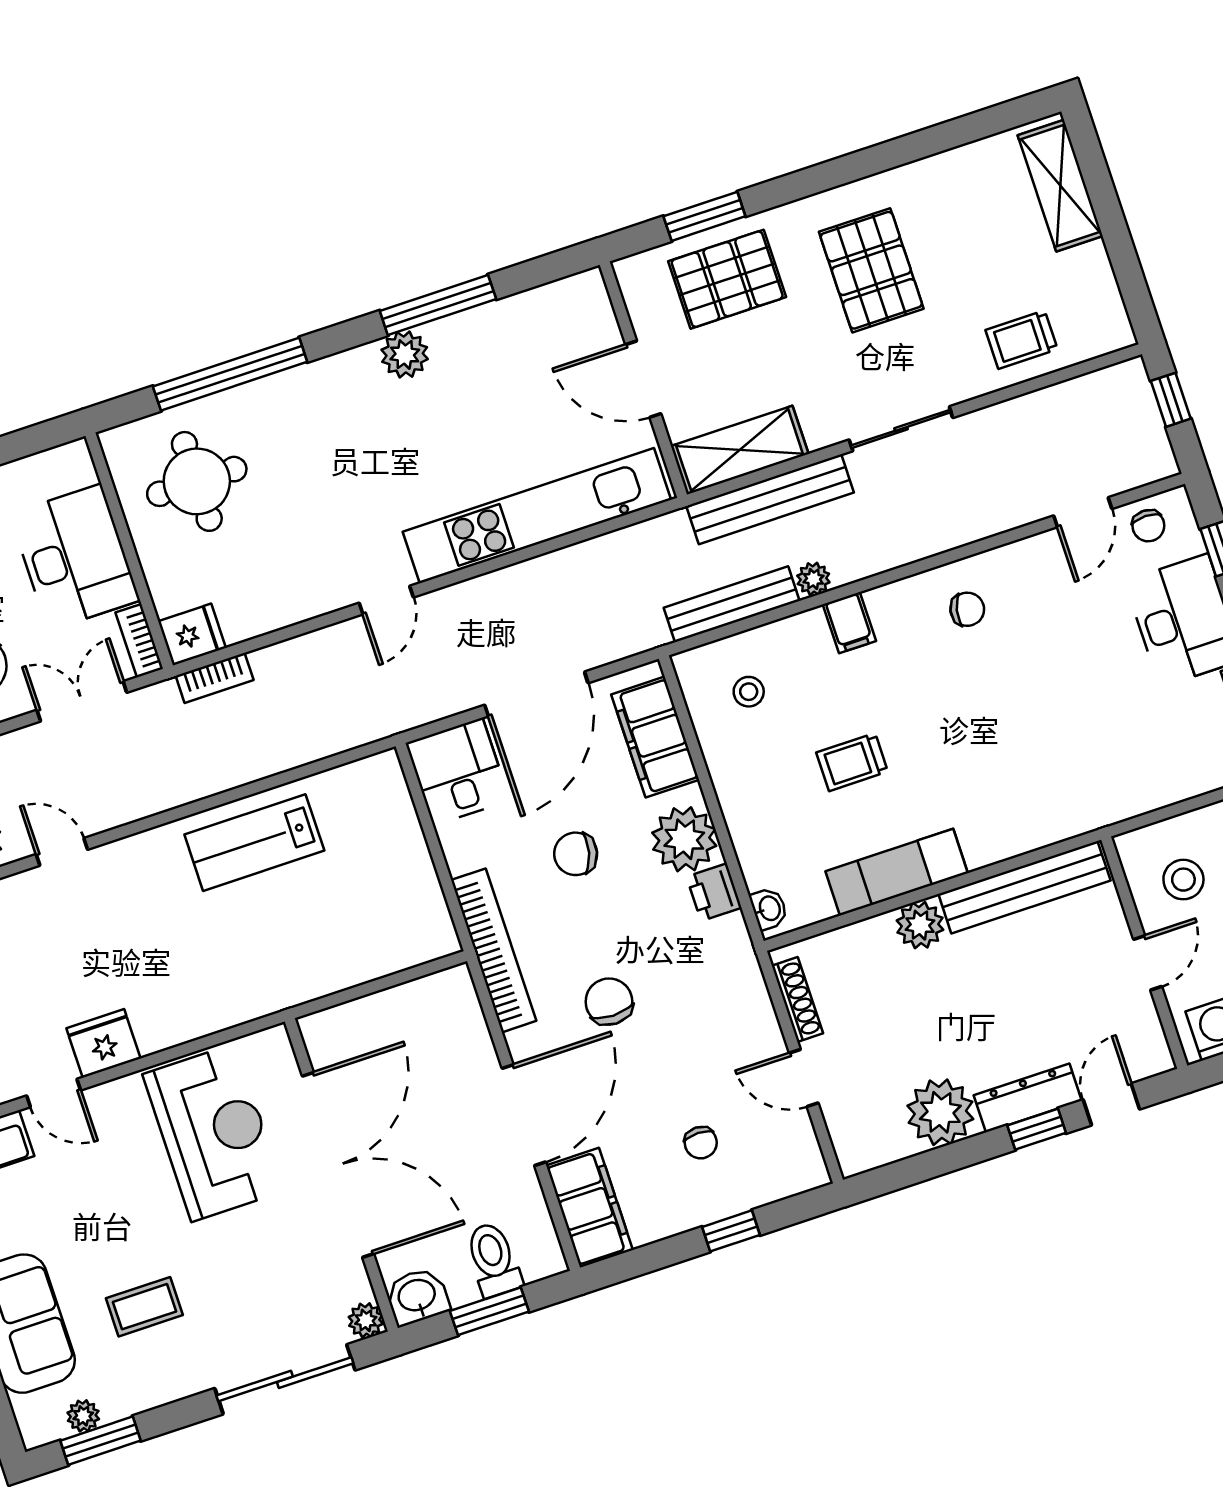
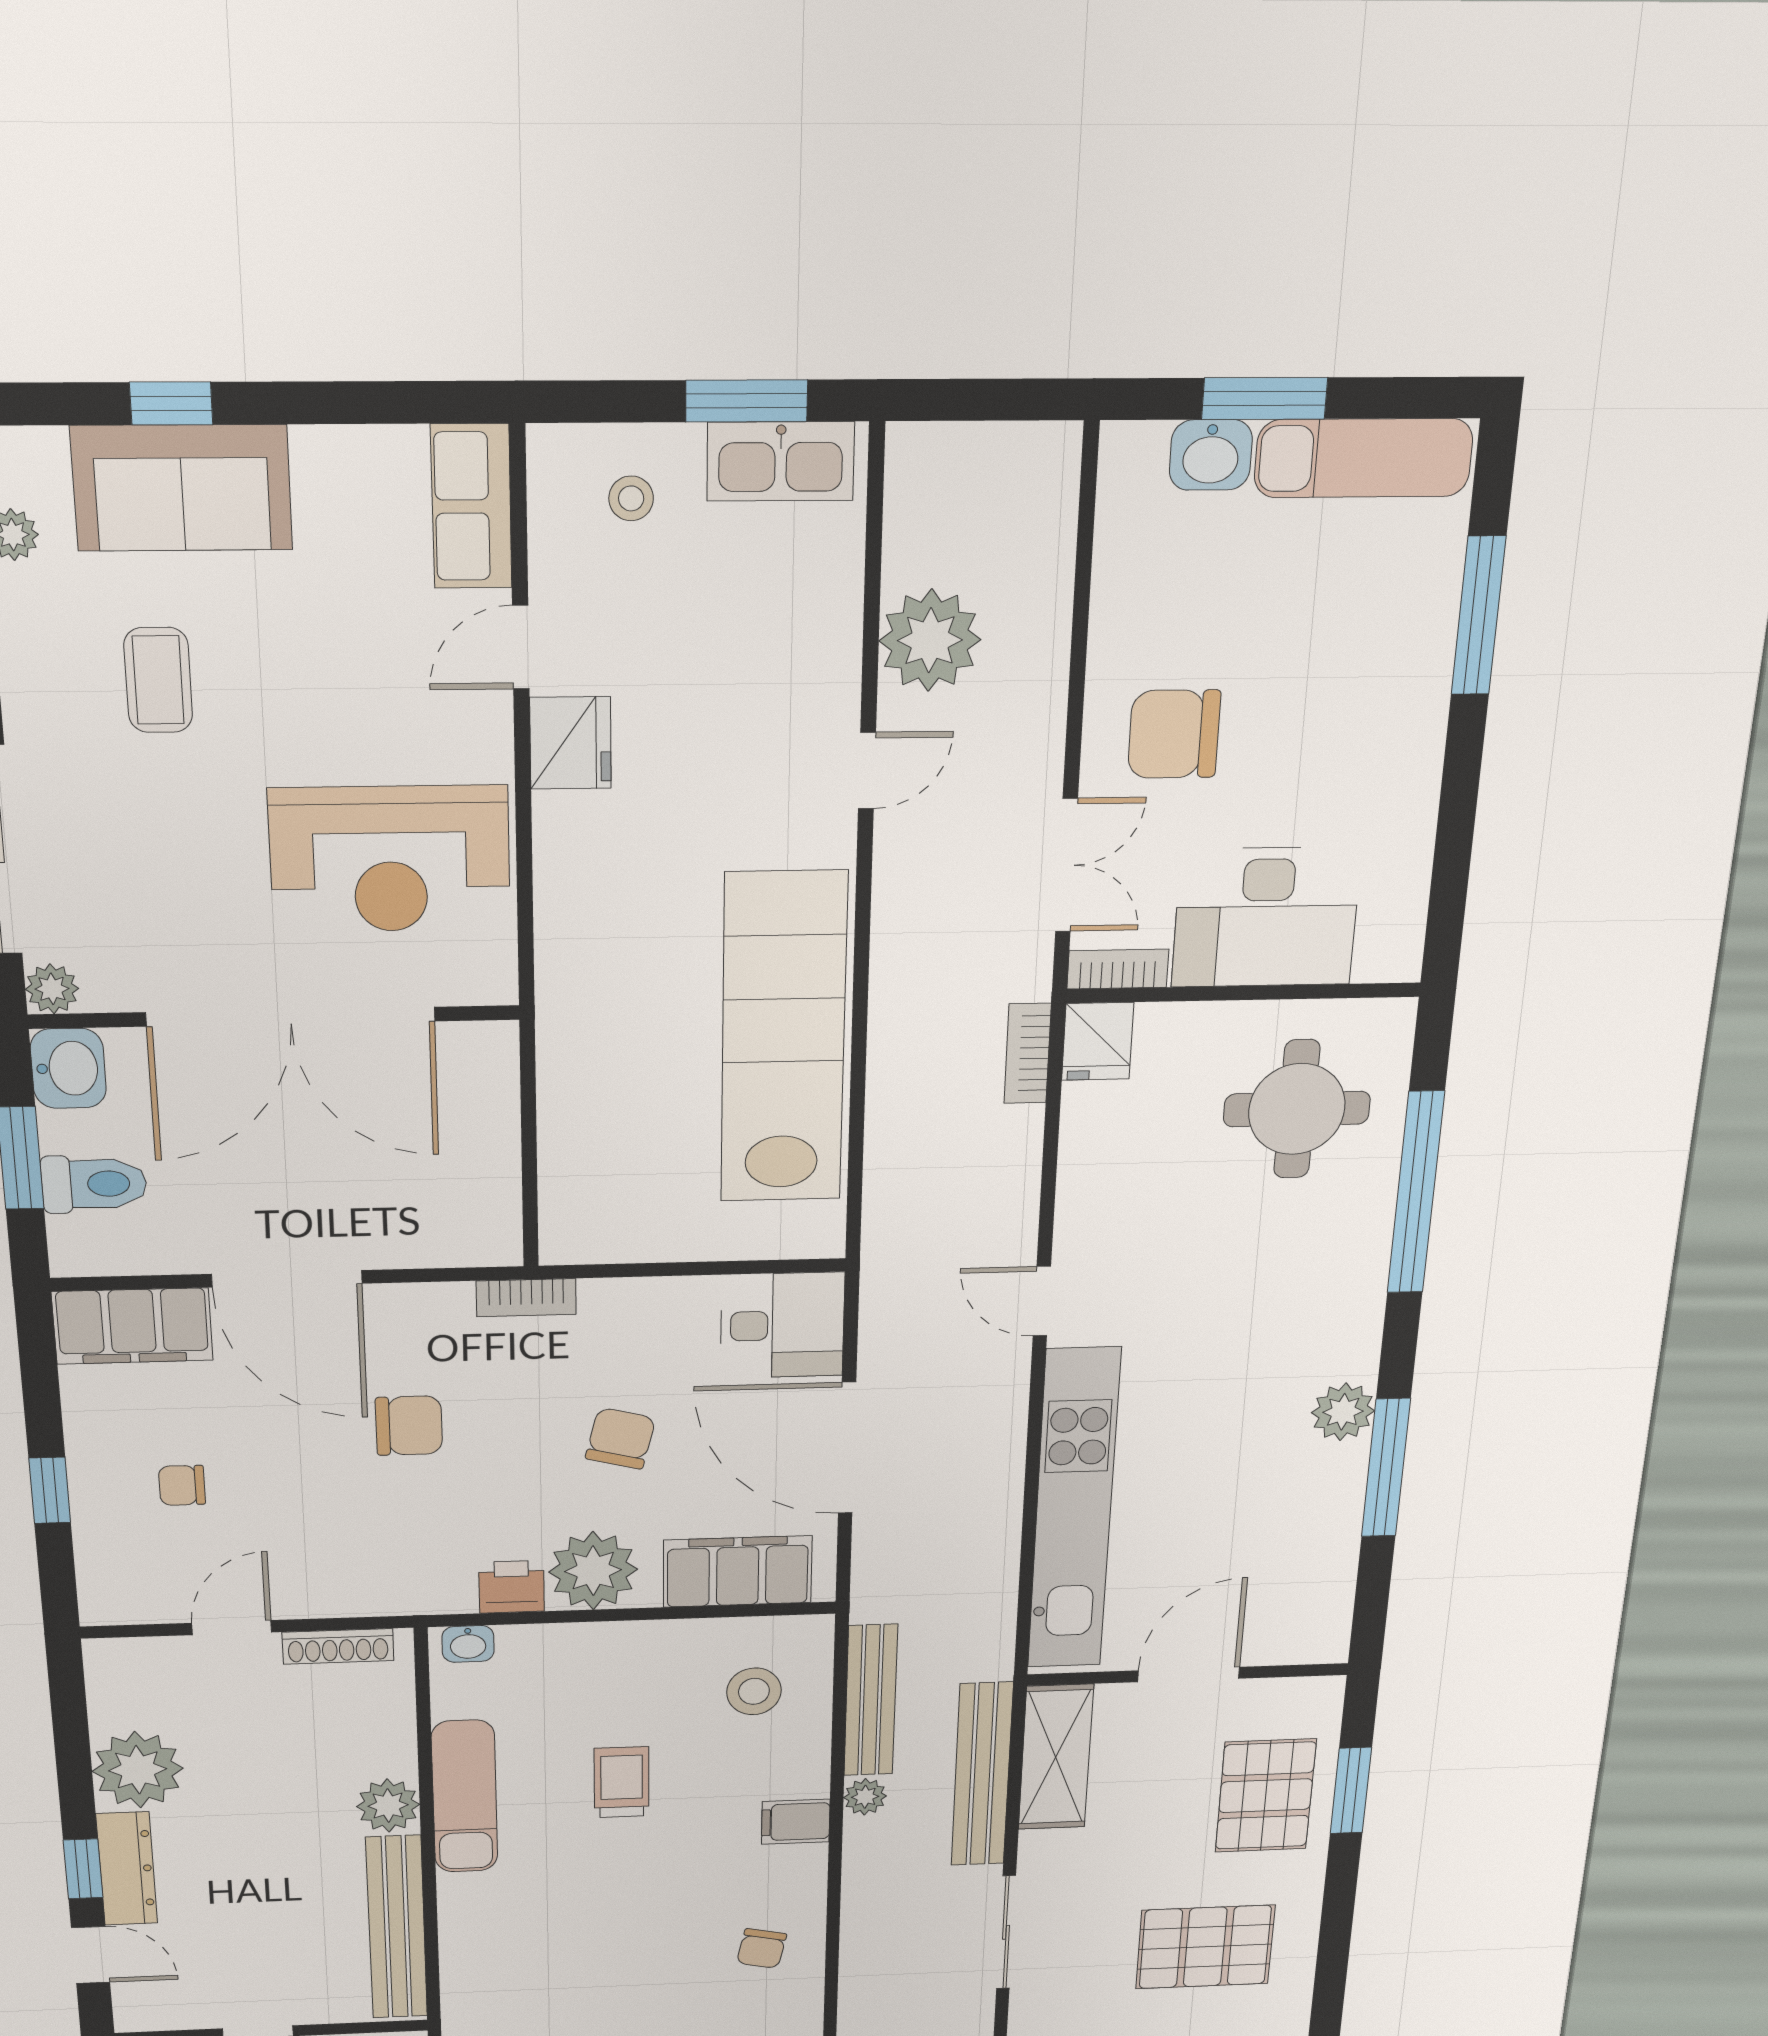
stool: (749, 692) -> (754, 1691), width x1.37, depth x1.37
lab bench: (254, 843) -> (783, 1039), width x1.86, depth x1.39
bookcase: (494, 950) -> (526, 1298), width x0.43, depth x0.76

